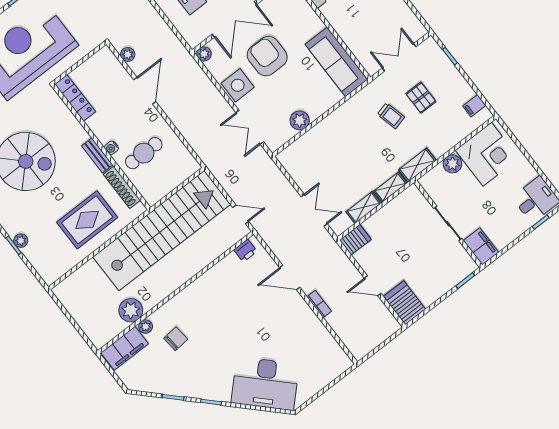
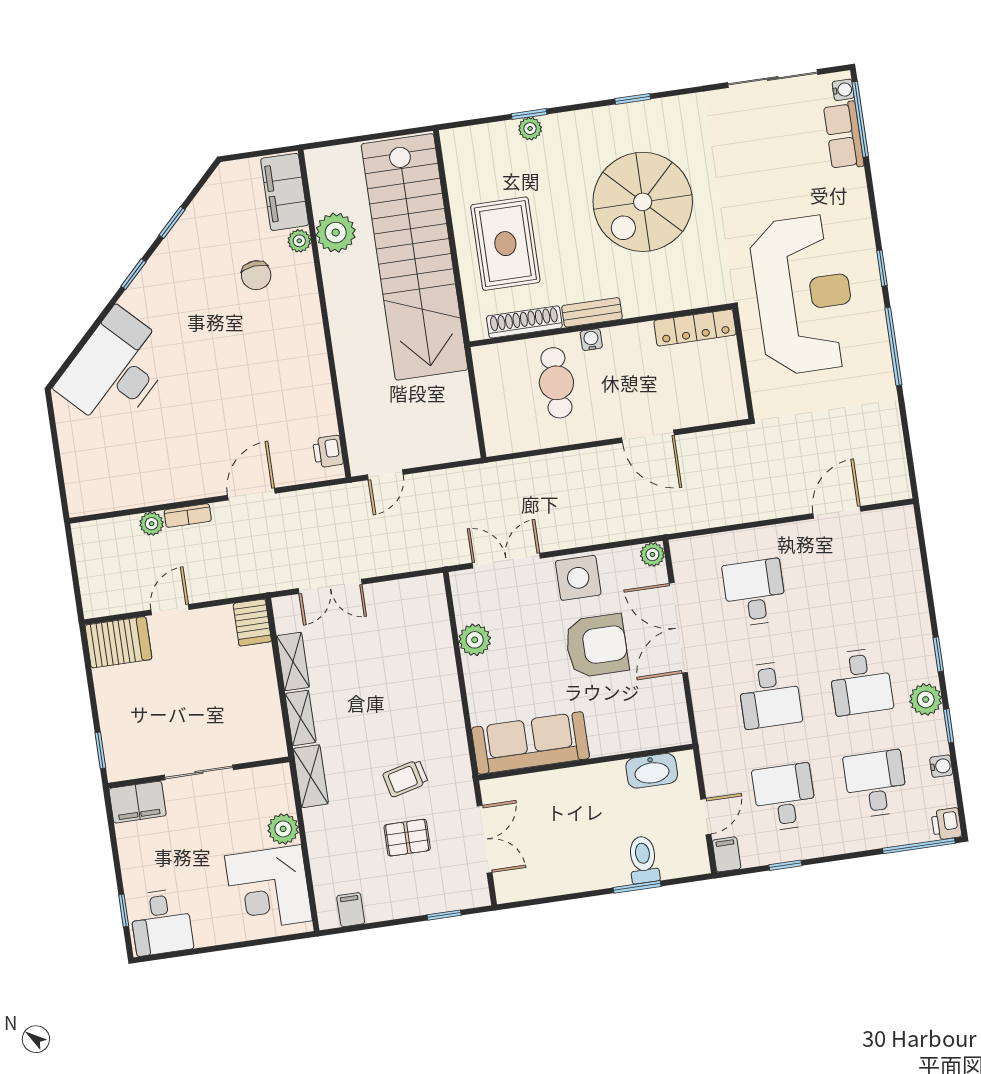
plant: (128, 54) -> (152, 524), moved
stairs: (162, 231) -> (414, 257), moved

